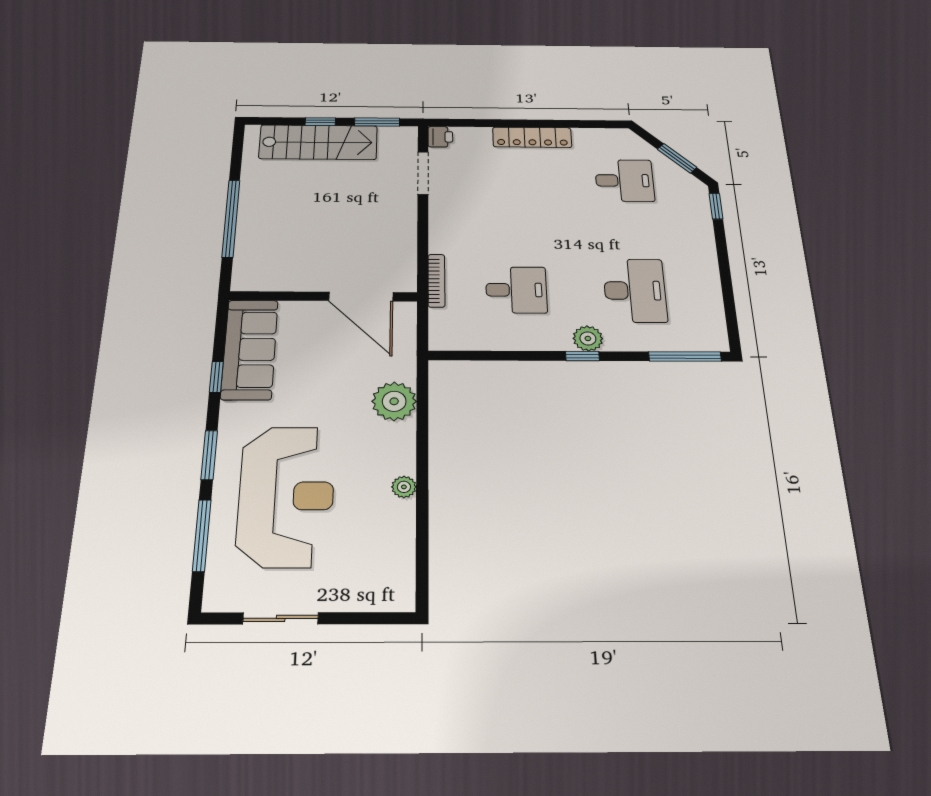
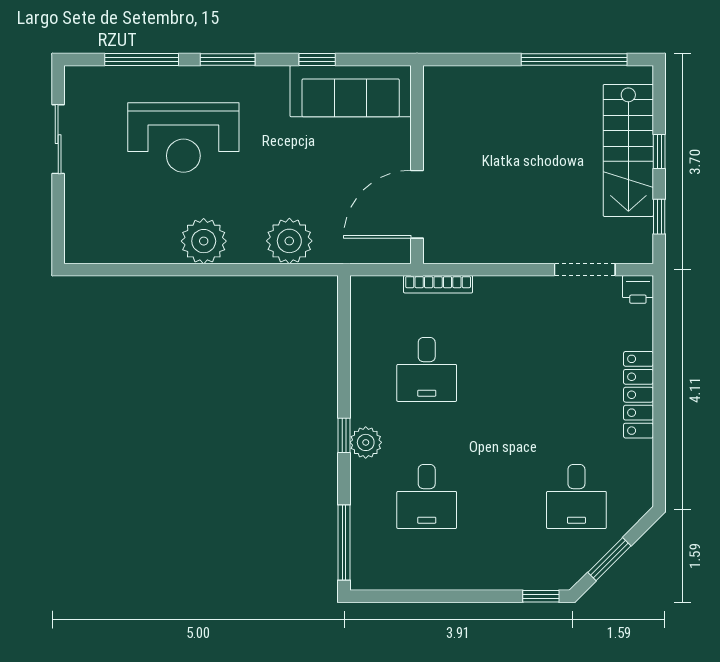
window: (377, 122) -> (659, 217), width x0.67
window: (231, 218) -> (574, 60), moved
desk: (635, 291) -> (427, 496), width x0.73
plant: (404, 487) -> (204, 241), width x1.88, depth x1.88
reception desk: (286, 496) -> (183, 138), width x0.74, depth x0.77

